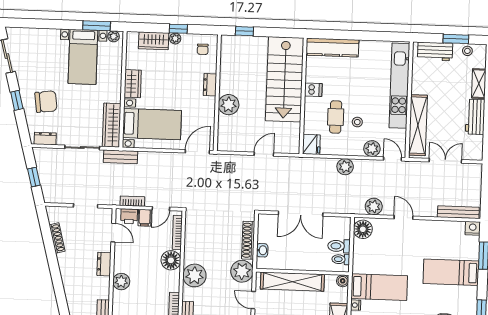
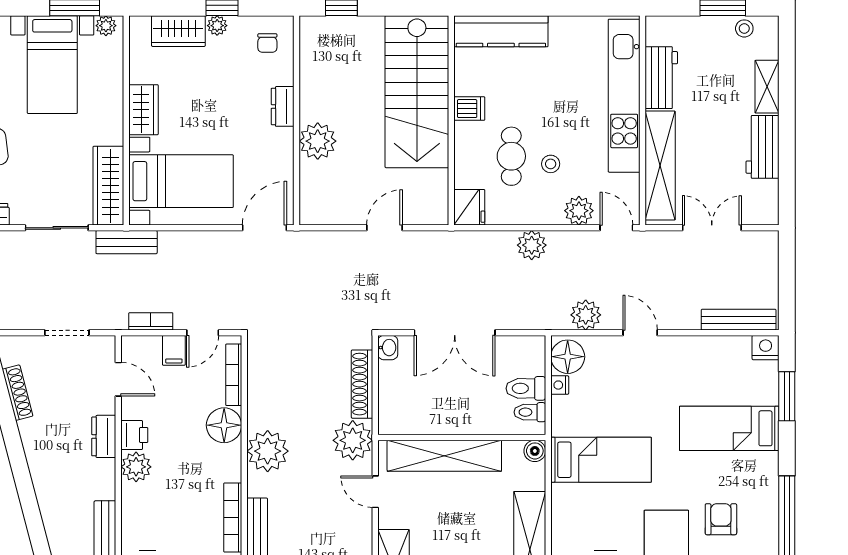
workbench: (435, 51) -> (661, 78), moved, turned -90
printer: (129, 216) -> (134, 435), moved, turned -90
washbasin: (262, 250) -> (388, 348), moved
nightstand: (356, 305) -> (560, 385), moved

